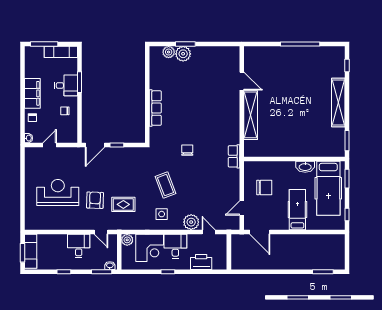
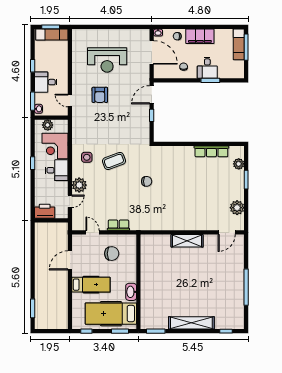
exam couch: (61, 52) -> (239, 44), moved
plant: (183, 54) -> (237, 208), moved
door: (242, 81) -> (227, 232), moved
row of seats: (155, 108) -> (211, 151), moved
shelving: (251, 115) -> (187, 241), width x0.68
door: (50, 145) -> (152, 52), width x1.88
door: (95, 145) -> (152, 95), hinge flipped
row of seats: (234, 156) -> (118, 225), moved
chair: (264, 187) -> (112, 254), turned -90
reception desk: (58, 192) -> (107, 60), turned 90
armchair: (95, 200) -> (100, 95), turned 88
rug: (123, 204) -> (96, 121), removed
door: (101, 232) -> (70, 101), hinge flipped
door: (260, 232) -> (70, 260), moved
plant: (127, 240) -> (48, 125), moved
desk: (79, 246) -> (46, 82), moved, turned 180
printer: (201, 262) -> (45, 211), moved, turned -90

